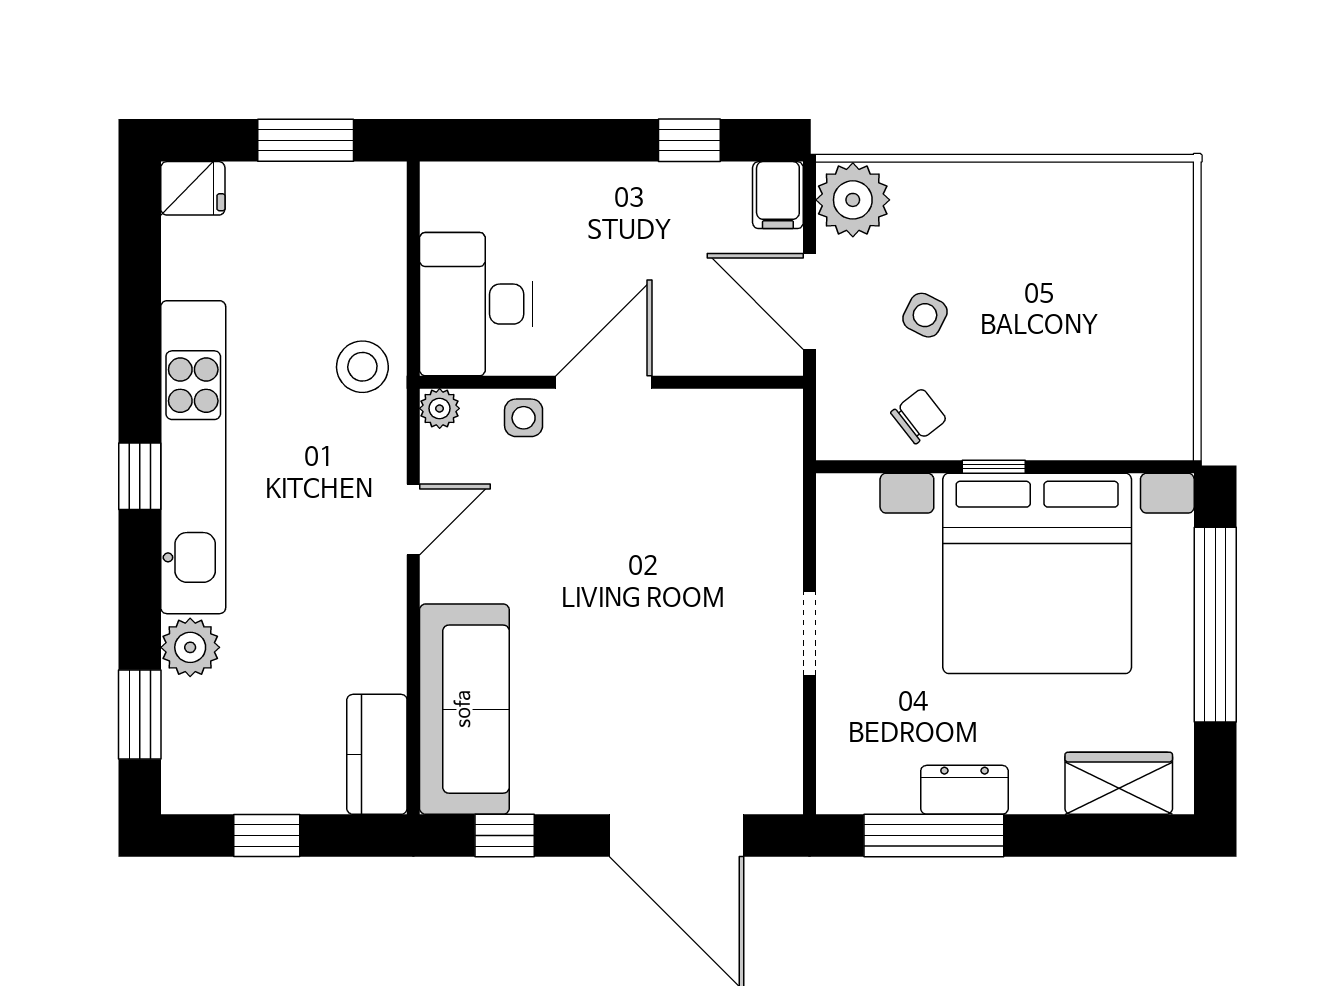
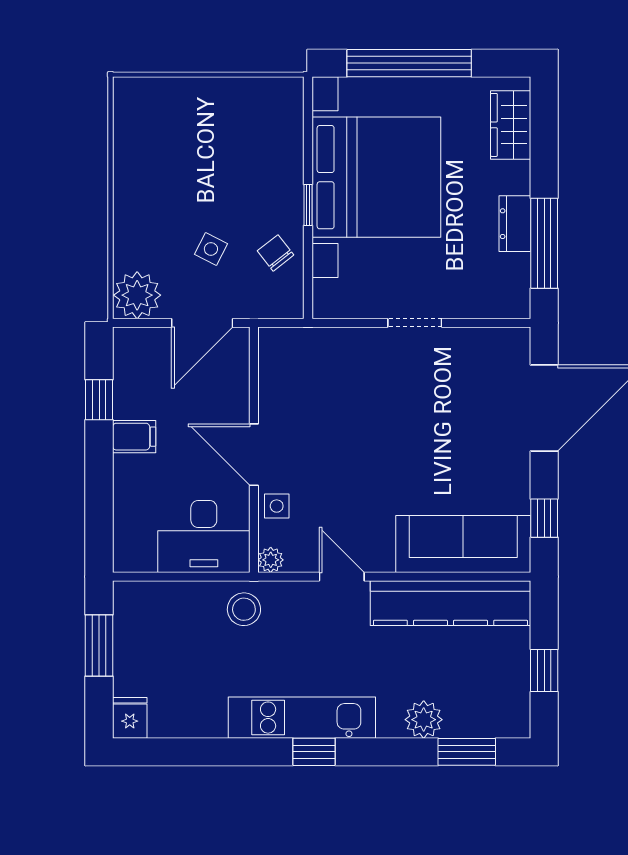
filing cabinet: (778, 195) -> (134, 437), moved
kitchen unit: (193, 457) -> (302, 718), width x0.73
kitchen counter: (377, 754) -> (450, 603), width x2.08, depth x1.17

